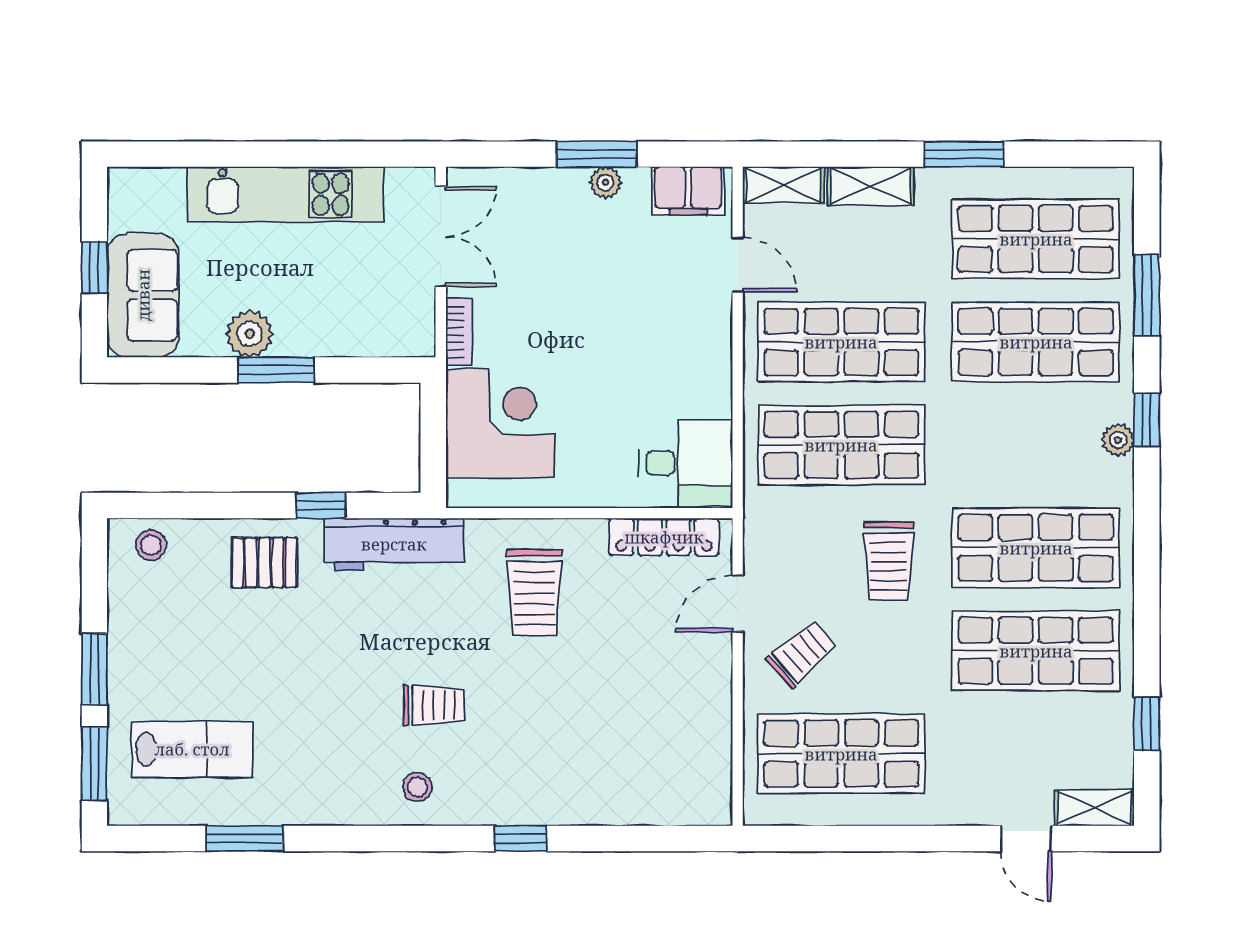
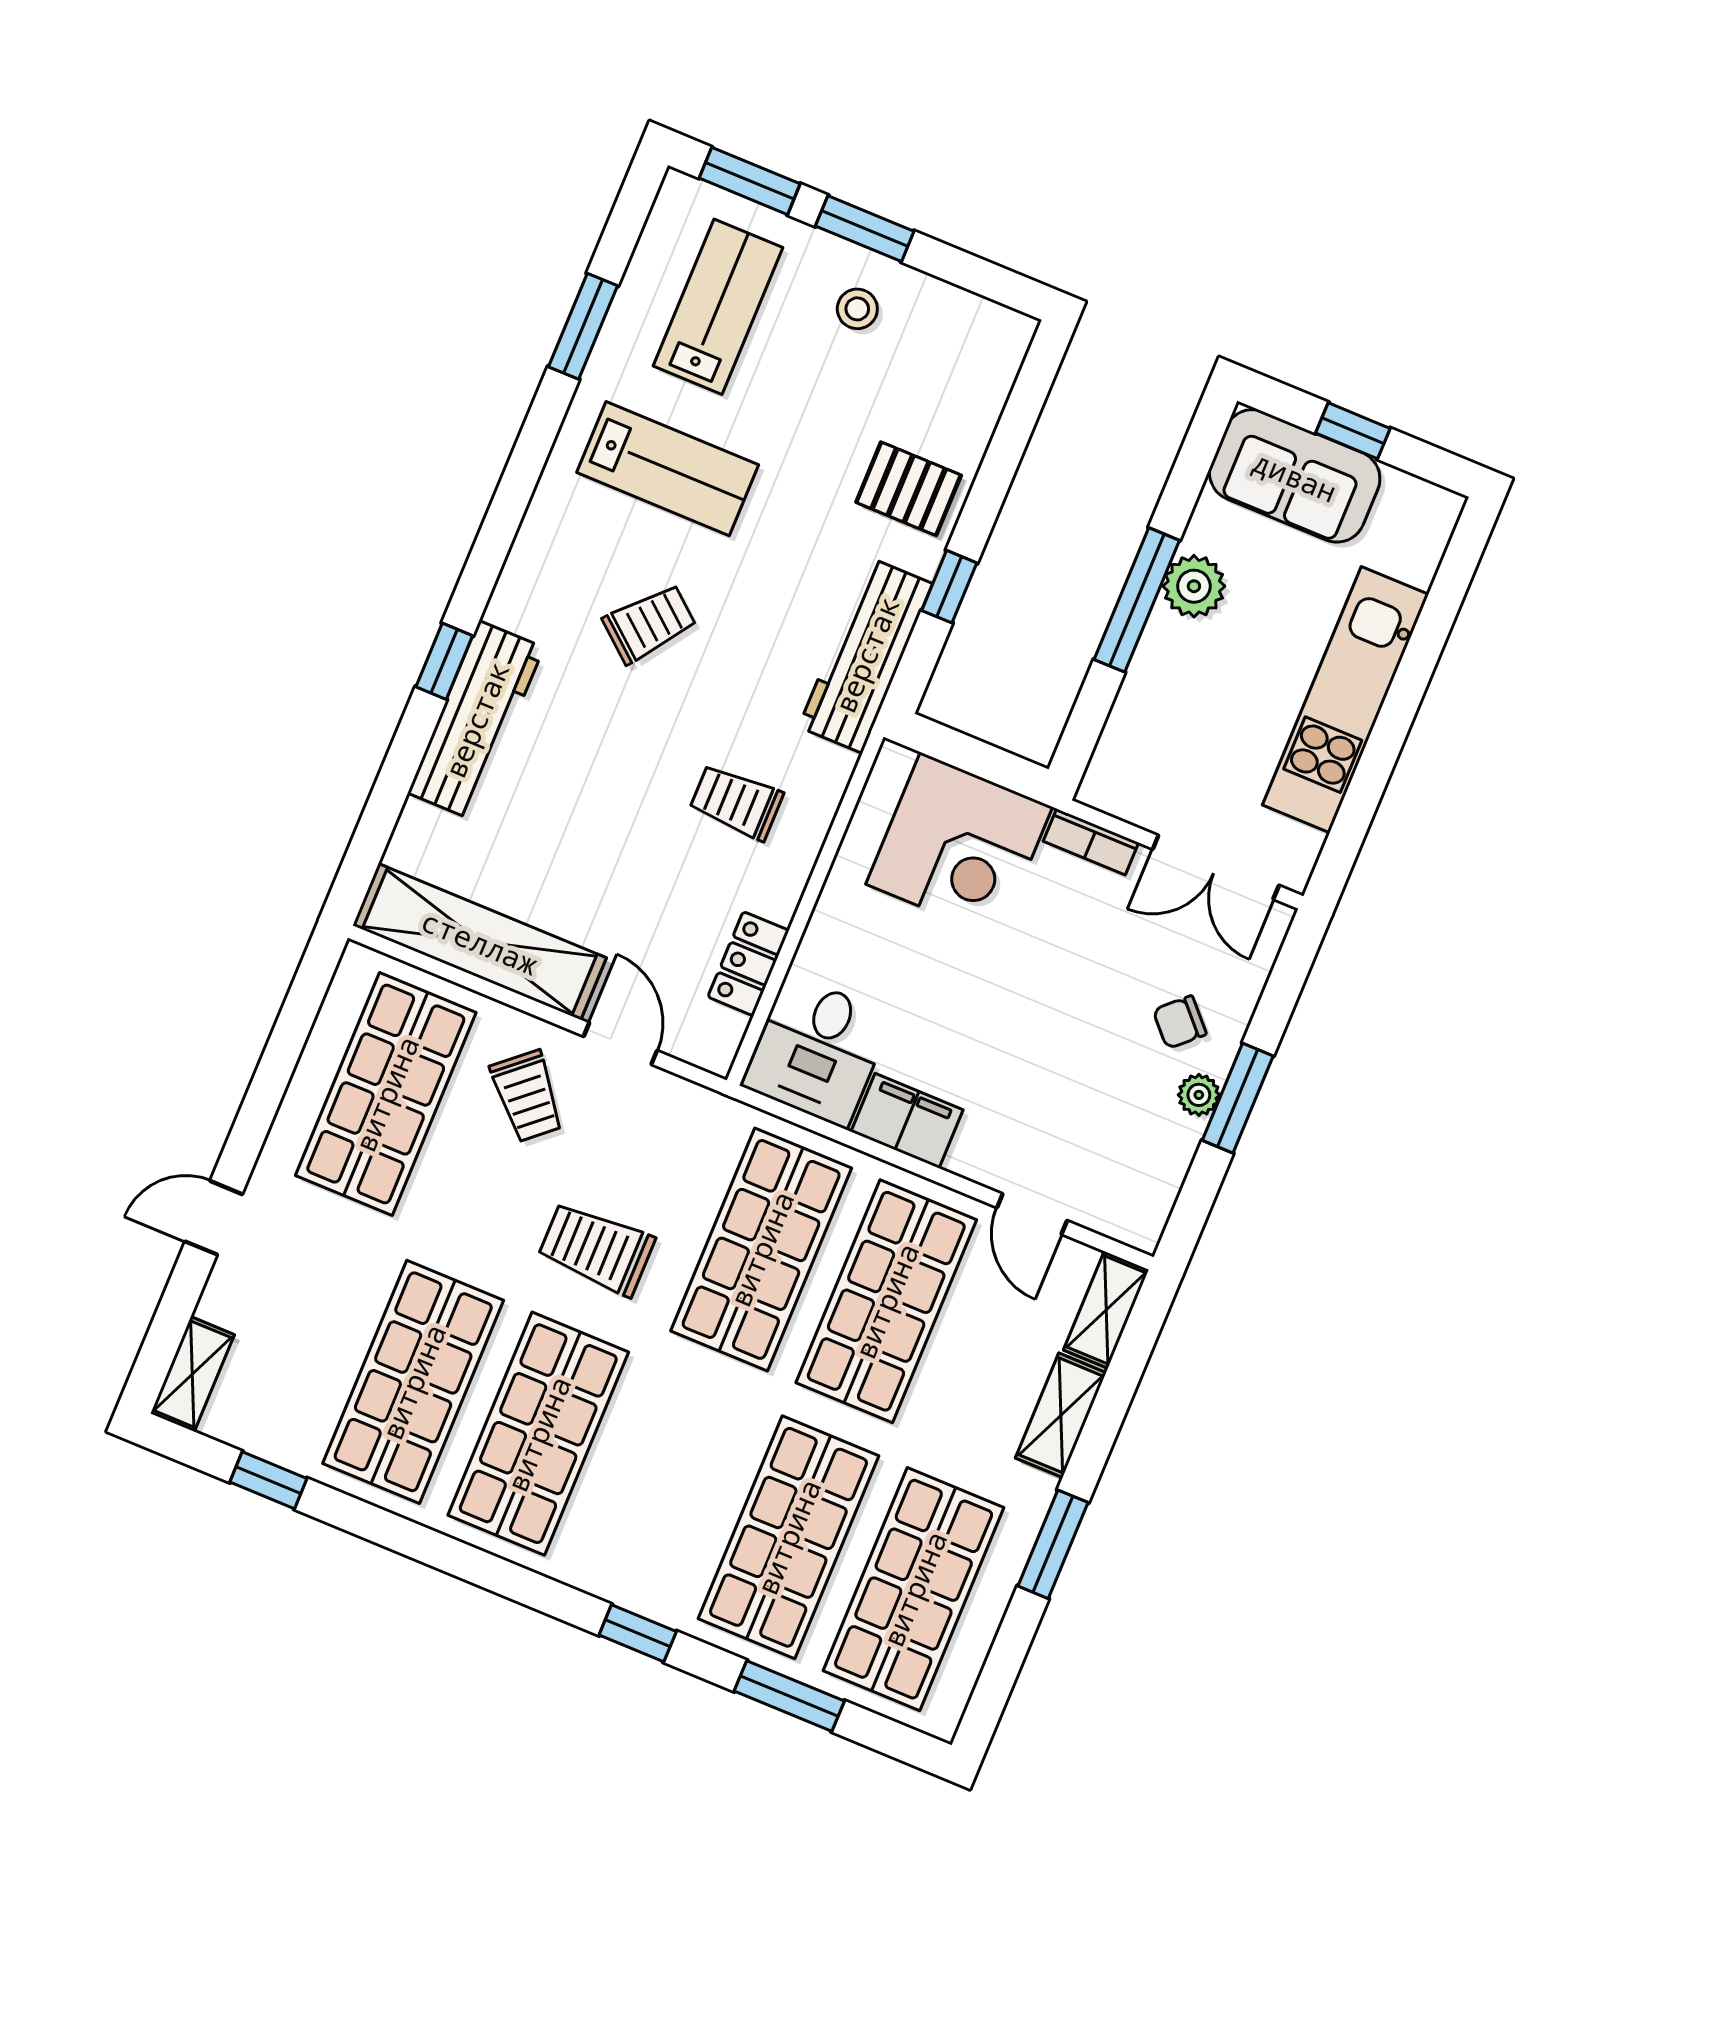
filing cabinet: (688, 191) -> (907, 1121), moved, turned 90
chair: (560, 217) -> (1180, 1022), added
door: (738, 265) -> (1032, 1214), hinge flipped
window: (276, 370) -> (1137, 600), width x1.44
plant: (1118, 440) -> (628, 1588), removed
locker: (664, 537) -> (748, 964), width x0.66
stool: (151, 545) -> (857, 309), moved
pallet: (264, 563) -> (909, 489), turned 90
trolley: (534, 592) -> (736, 802), width x0.73, depth x0.72
trolley: (434, 705) -> (650, 623), turned -140
shelving: (707, 732) -> (480, 942), added
lab bench: (320, 738) -> (668, 469), added
lab bench: (192, 749) -> (718, 307), turned 180
stool: (417, 787) -> (559, 562), removed
workbench: (553, 799) -> (476, 720), added
door: (1026, 838) -> (214, 1218), moved

